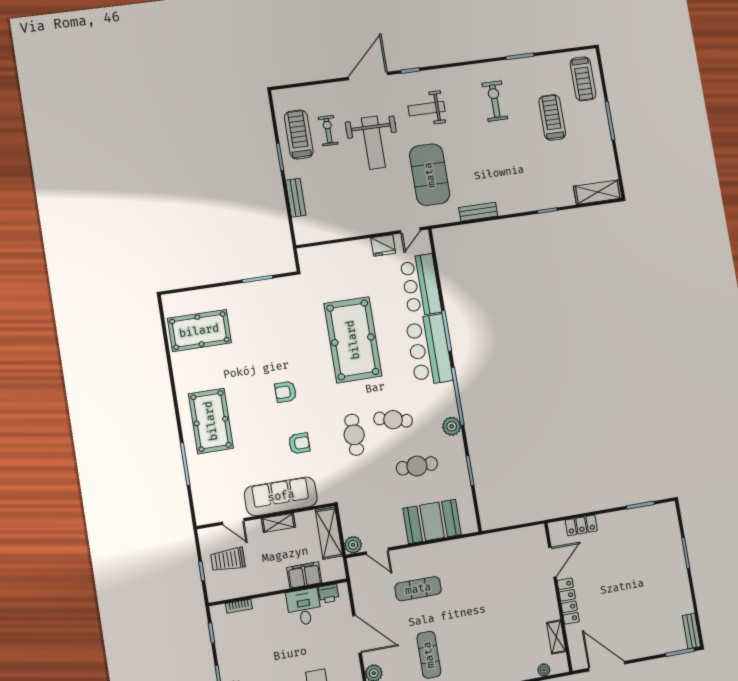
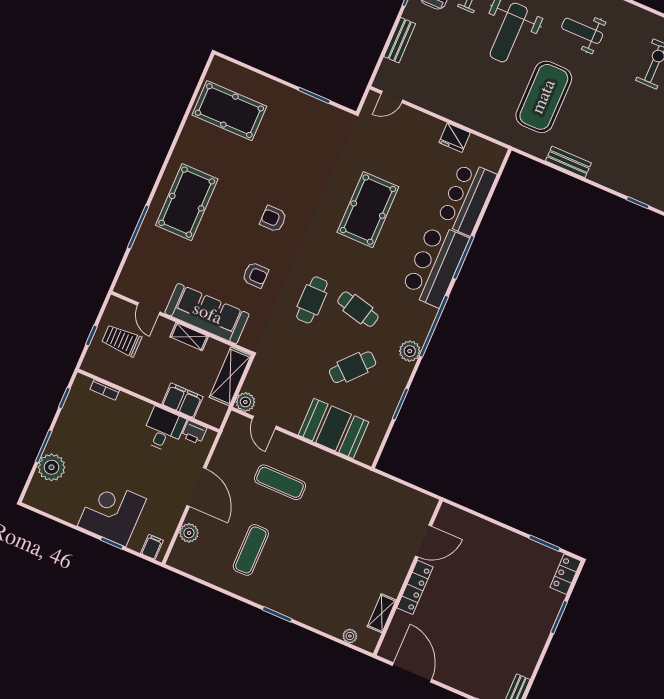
door: (410, 230) -> (392, 97), moved
pool table: (353, 340) -> (368, 210), width x0.73, depth x0.76
cafe table: (417, 466) -> (353, 367), turned -48
locker: (581, 525) -> (565, 574), moved, turned 90

